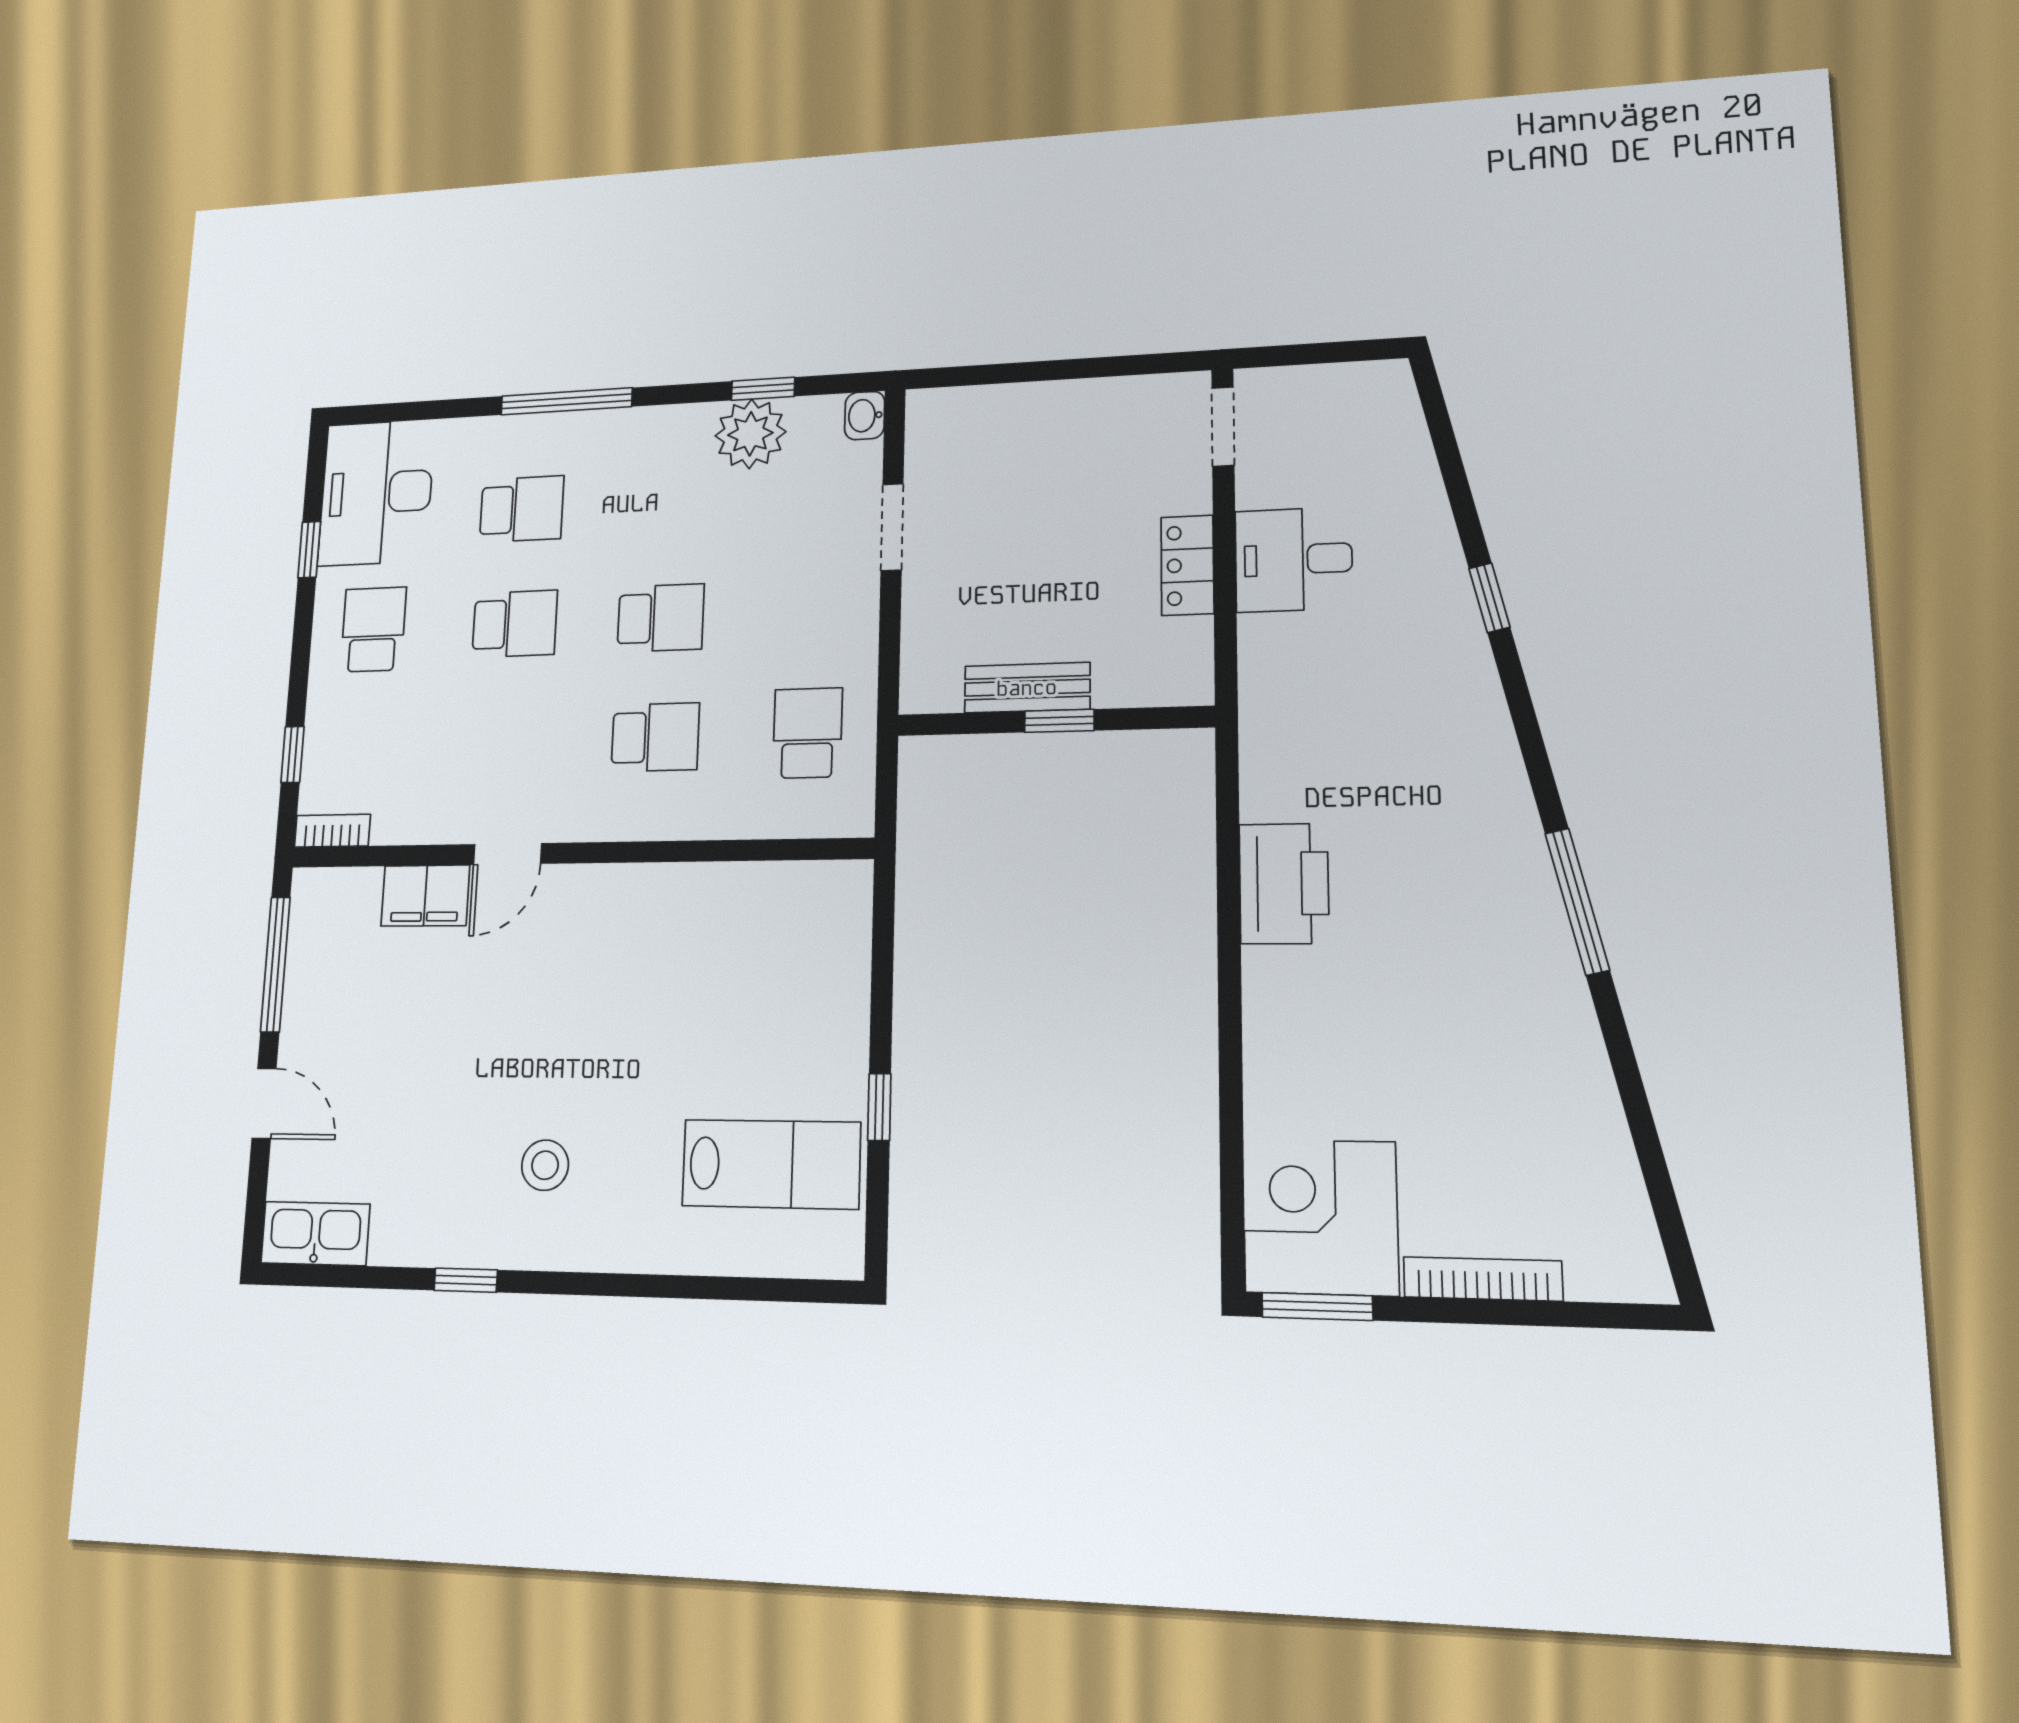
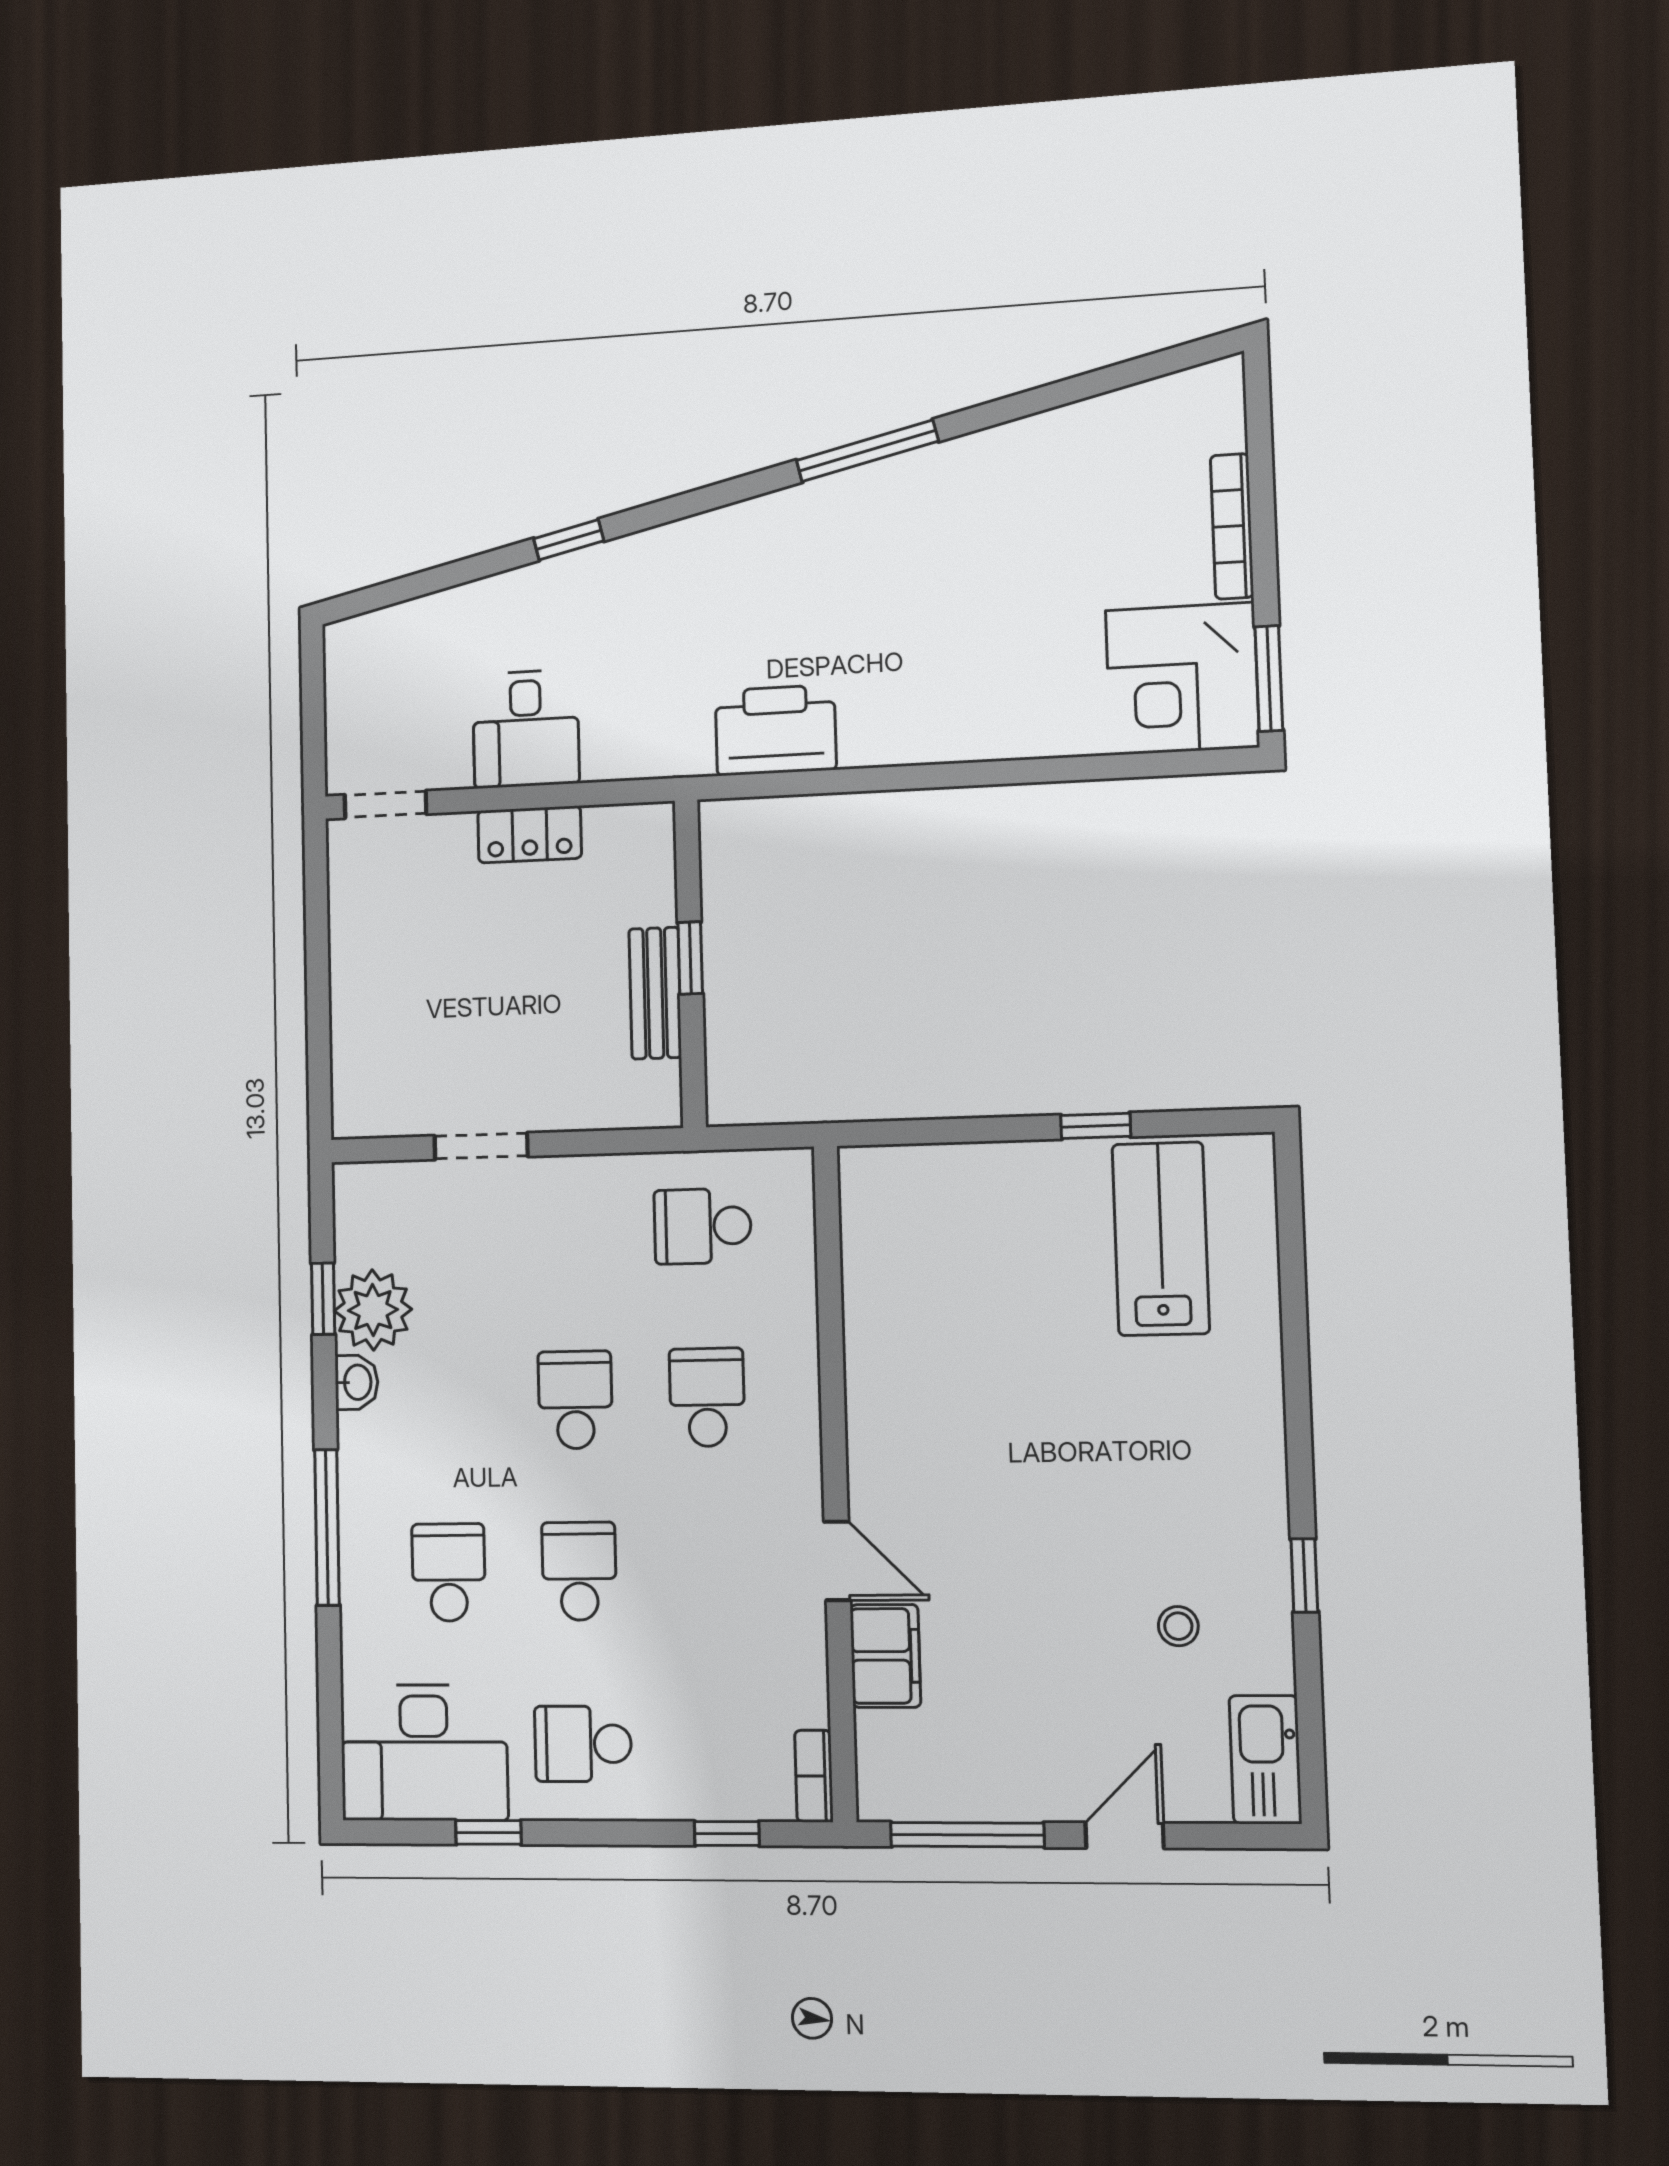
washbasin: (865, 416) -> (356, 1382), moved, turned -90
printer: (1284, 884) -> (776, 730), moved
stool: (545, 1165) -> (1178, 1626), moved, width x0.73, depth x0.73

